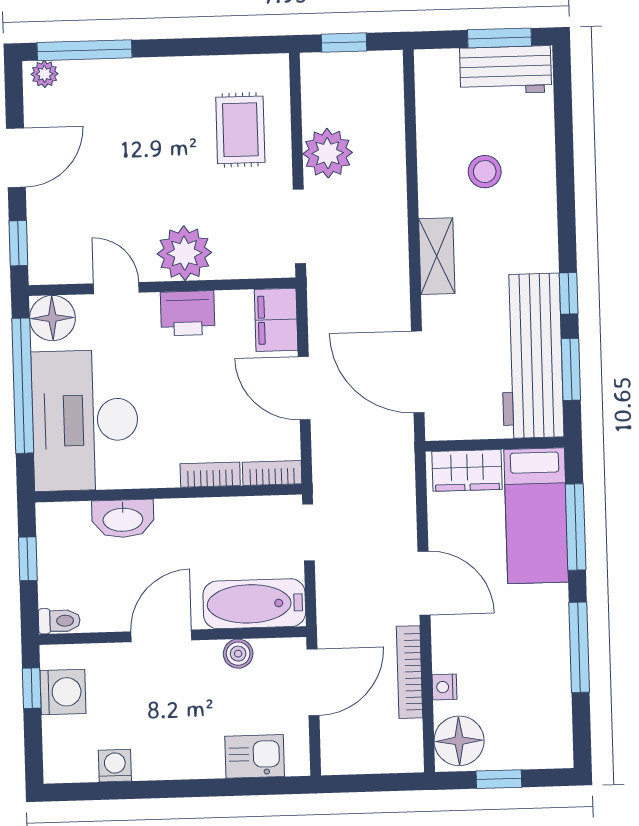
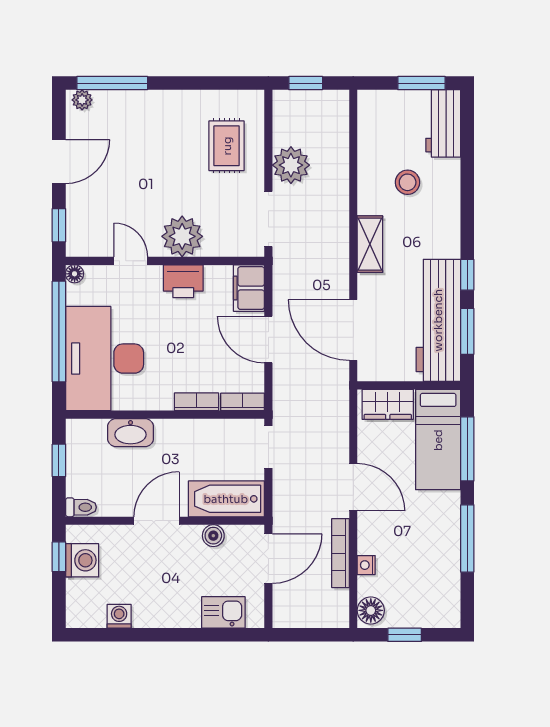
workbench: (506, 70) -> (443, 123), moved, turned 90
floor lamp: (52, 318) -> (75, 274), width x0.53, depth x0.53
floor lamp: (459, 741) -> (371, 610), width x0.73, depth x0.73

